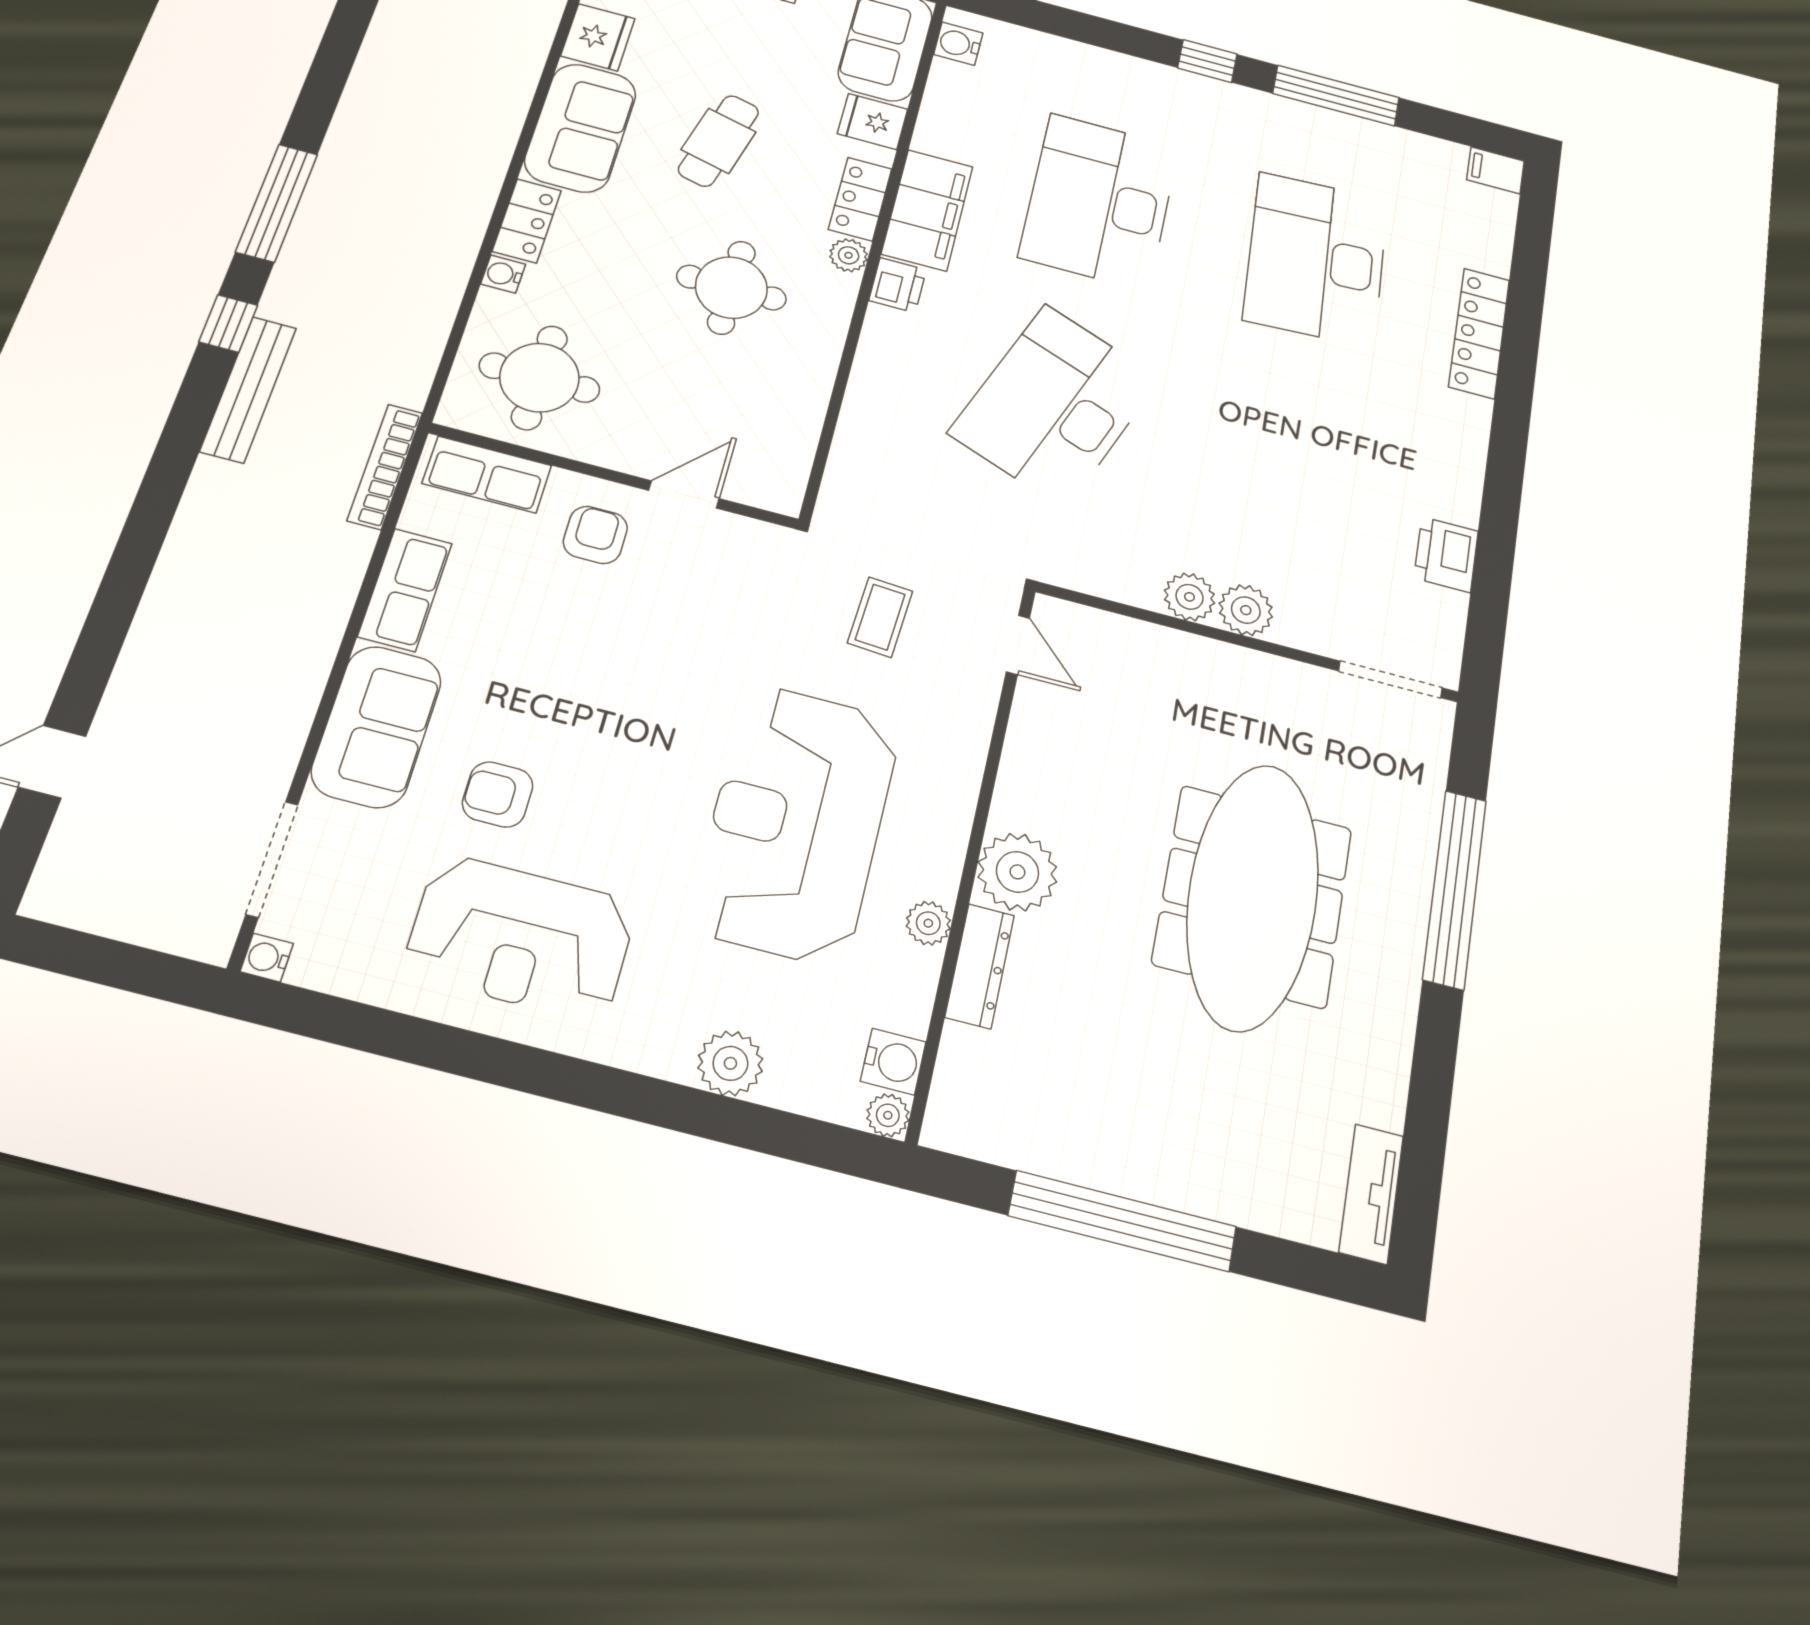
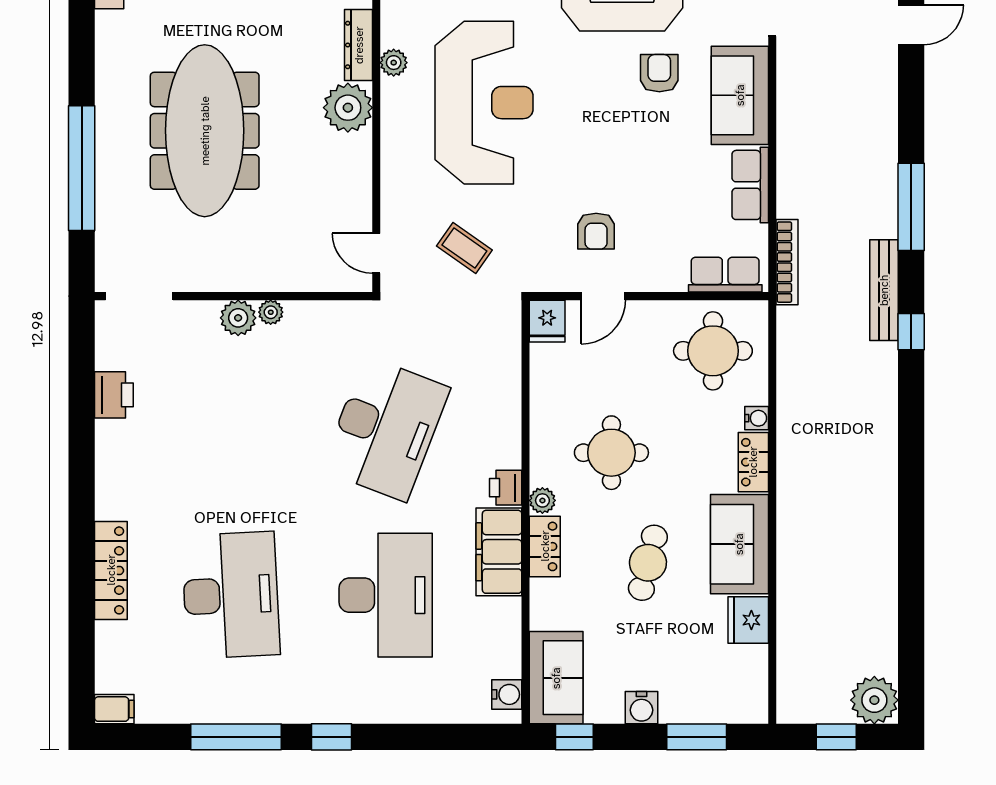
fridge: (873, 121) -> (547, 321), moved, turned 90
window: (277, 203) -> (911, 207), moved
armchair: (595, 535) -> (596, 231), moved
plant: (1189, 597) -> (271, 312), width x0.73, depth x0.73
coffee table: (880, 617) -> (464, 248), turned -59
armchair: (498, 794) -> (659, 73), turned -90

